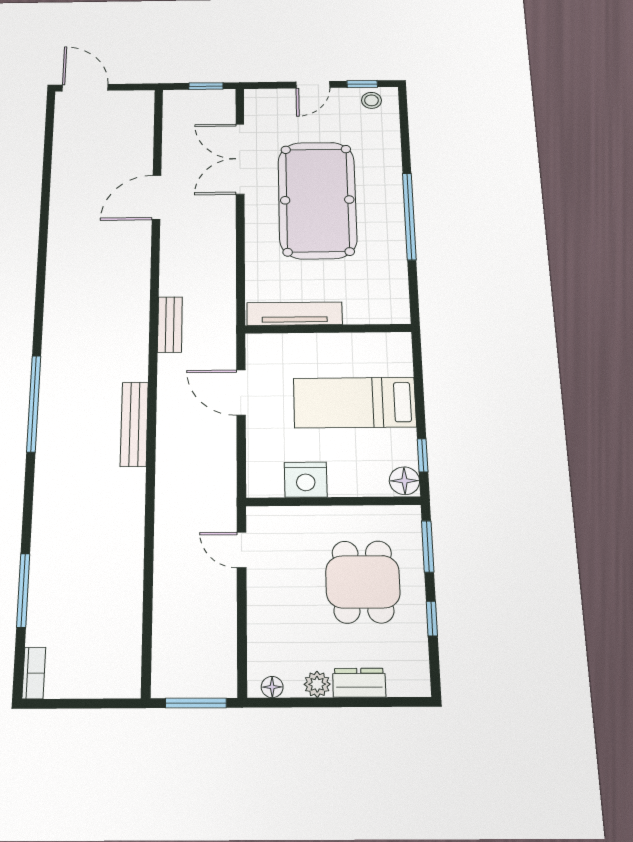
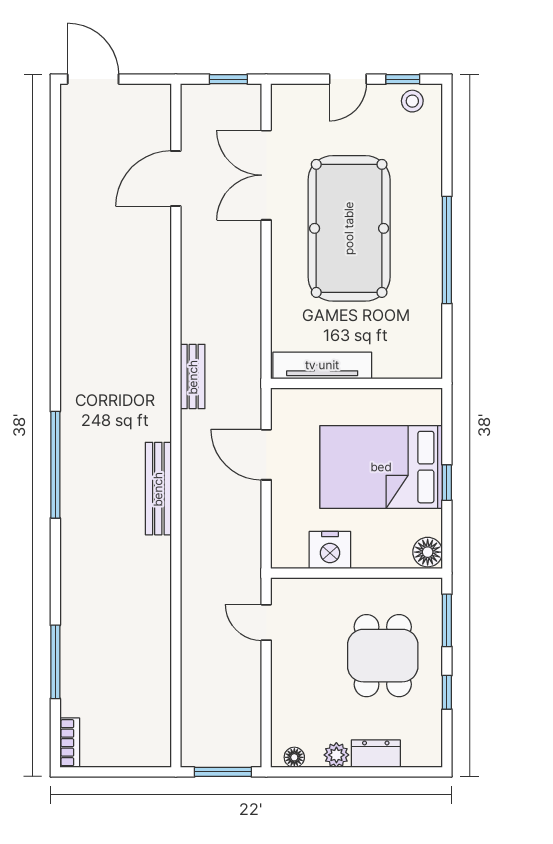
door: (157, 197) -> (176, 179), moved
bed: (355, 403) -> (381, 467), width x1.50
window: (423, 455) -> (447, 483), moved

